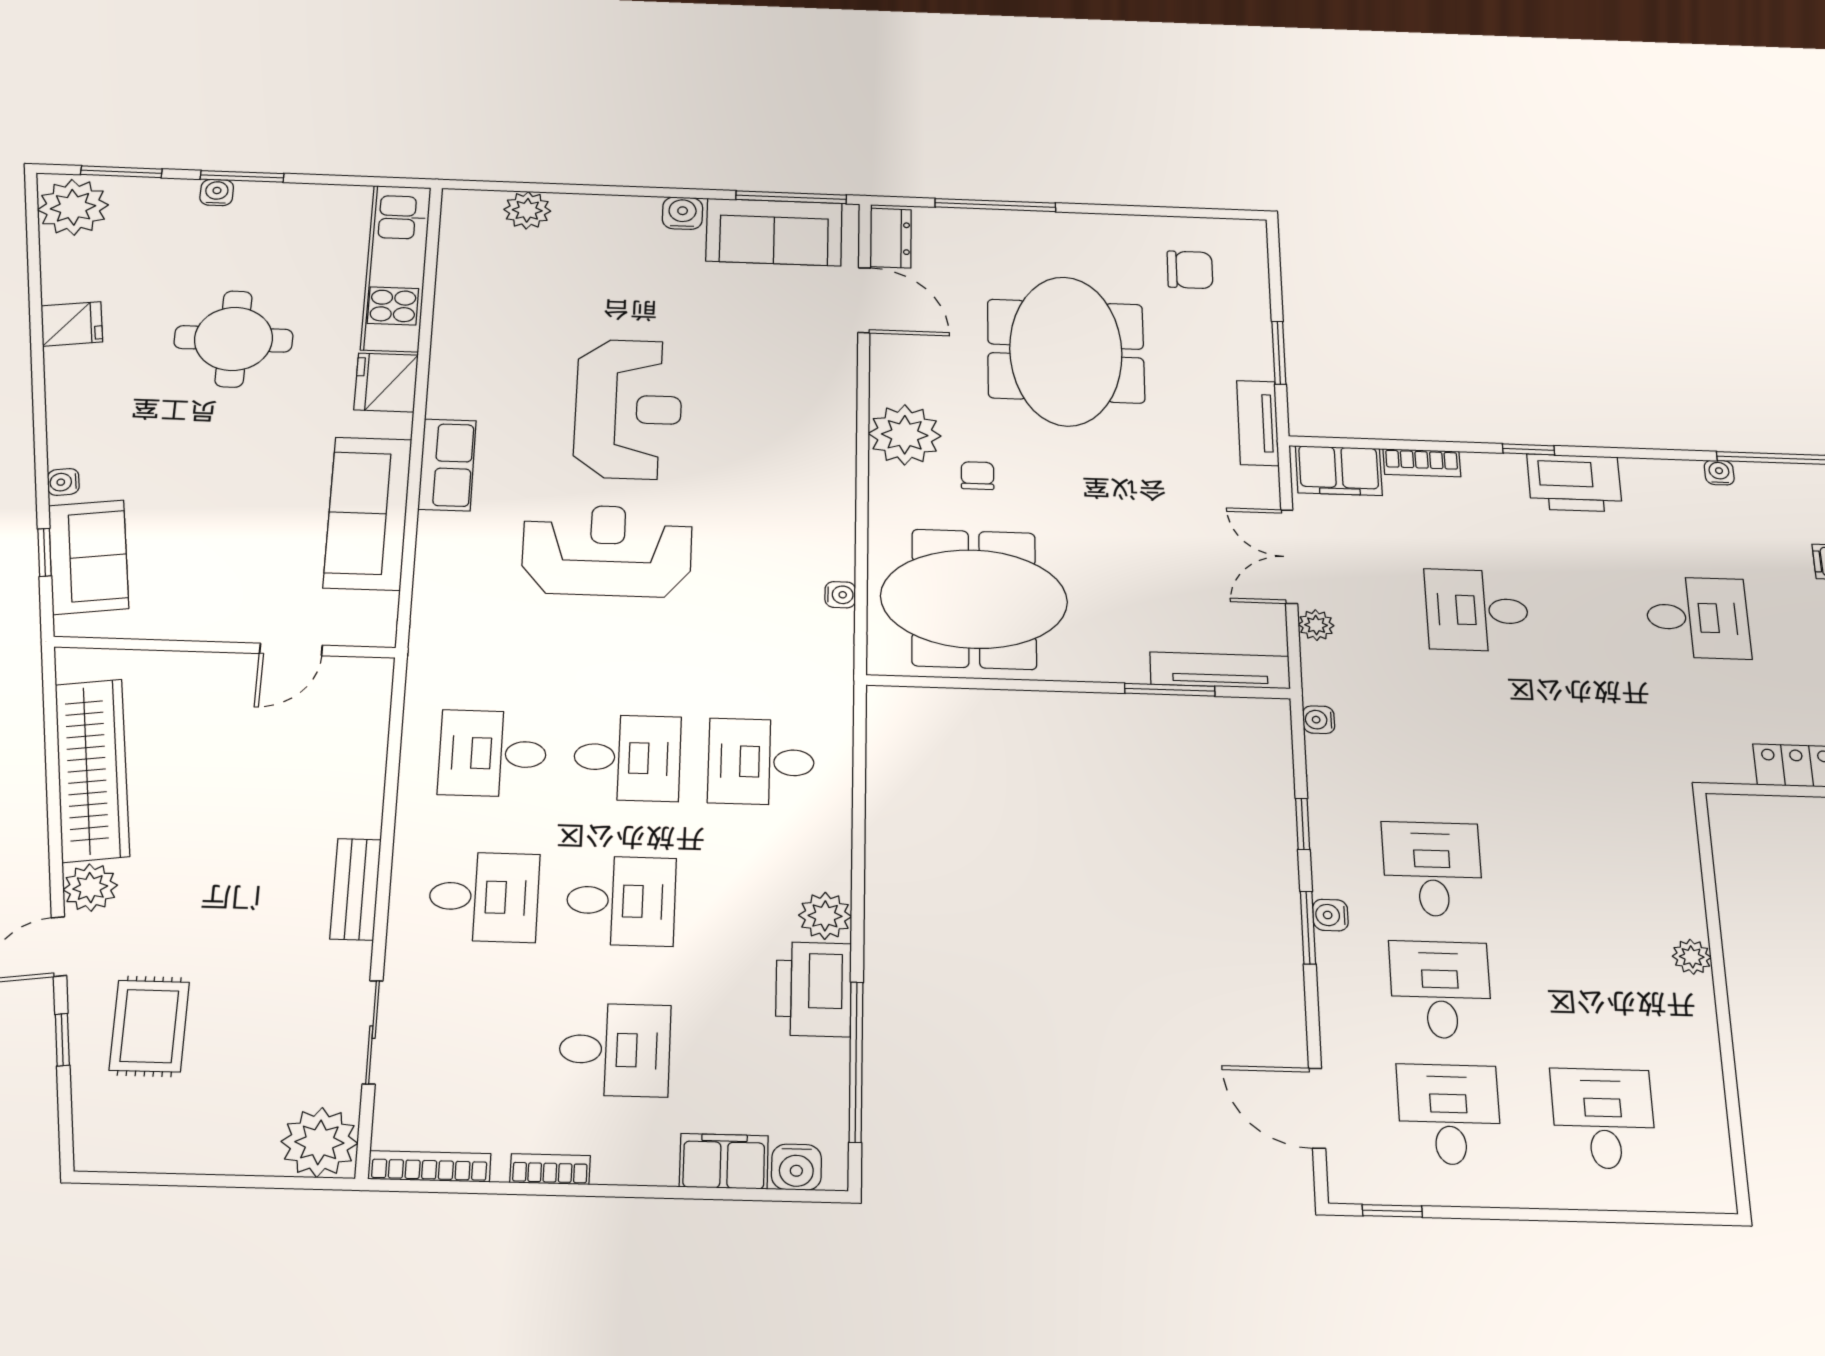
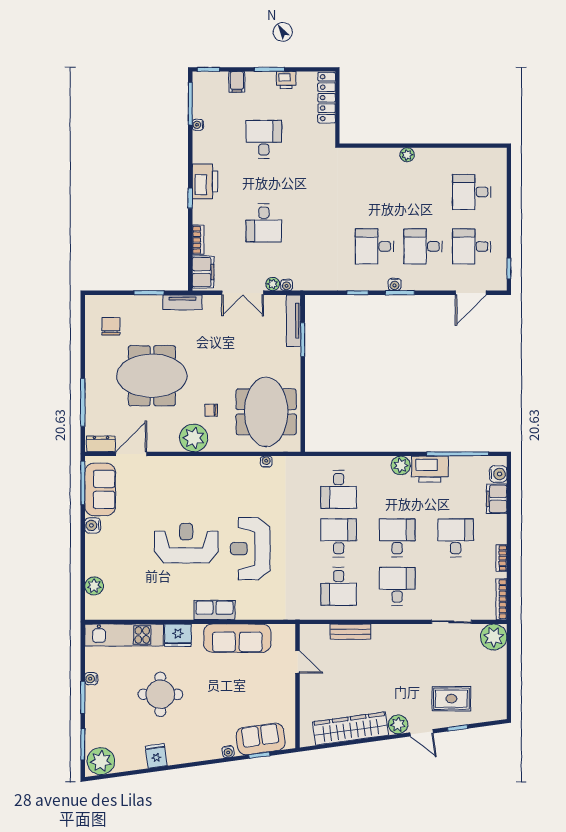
water cooler: (217, 193) -> (91, 679), moved
water cooler: (1319, 720) -> (287, 285), moved
bench: (356, 889) -> (350, 632), moved

